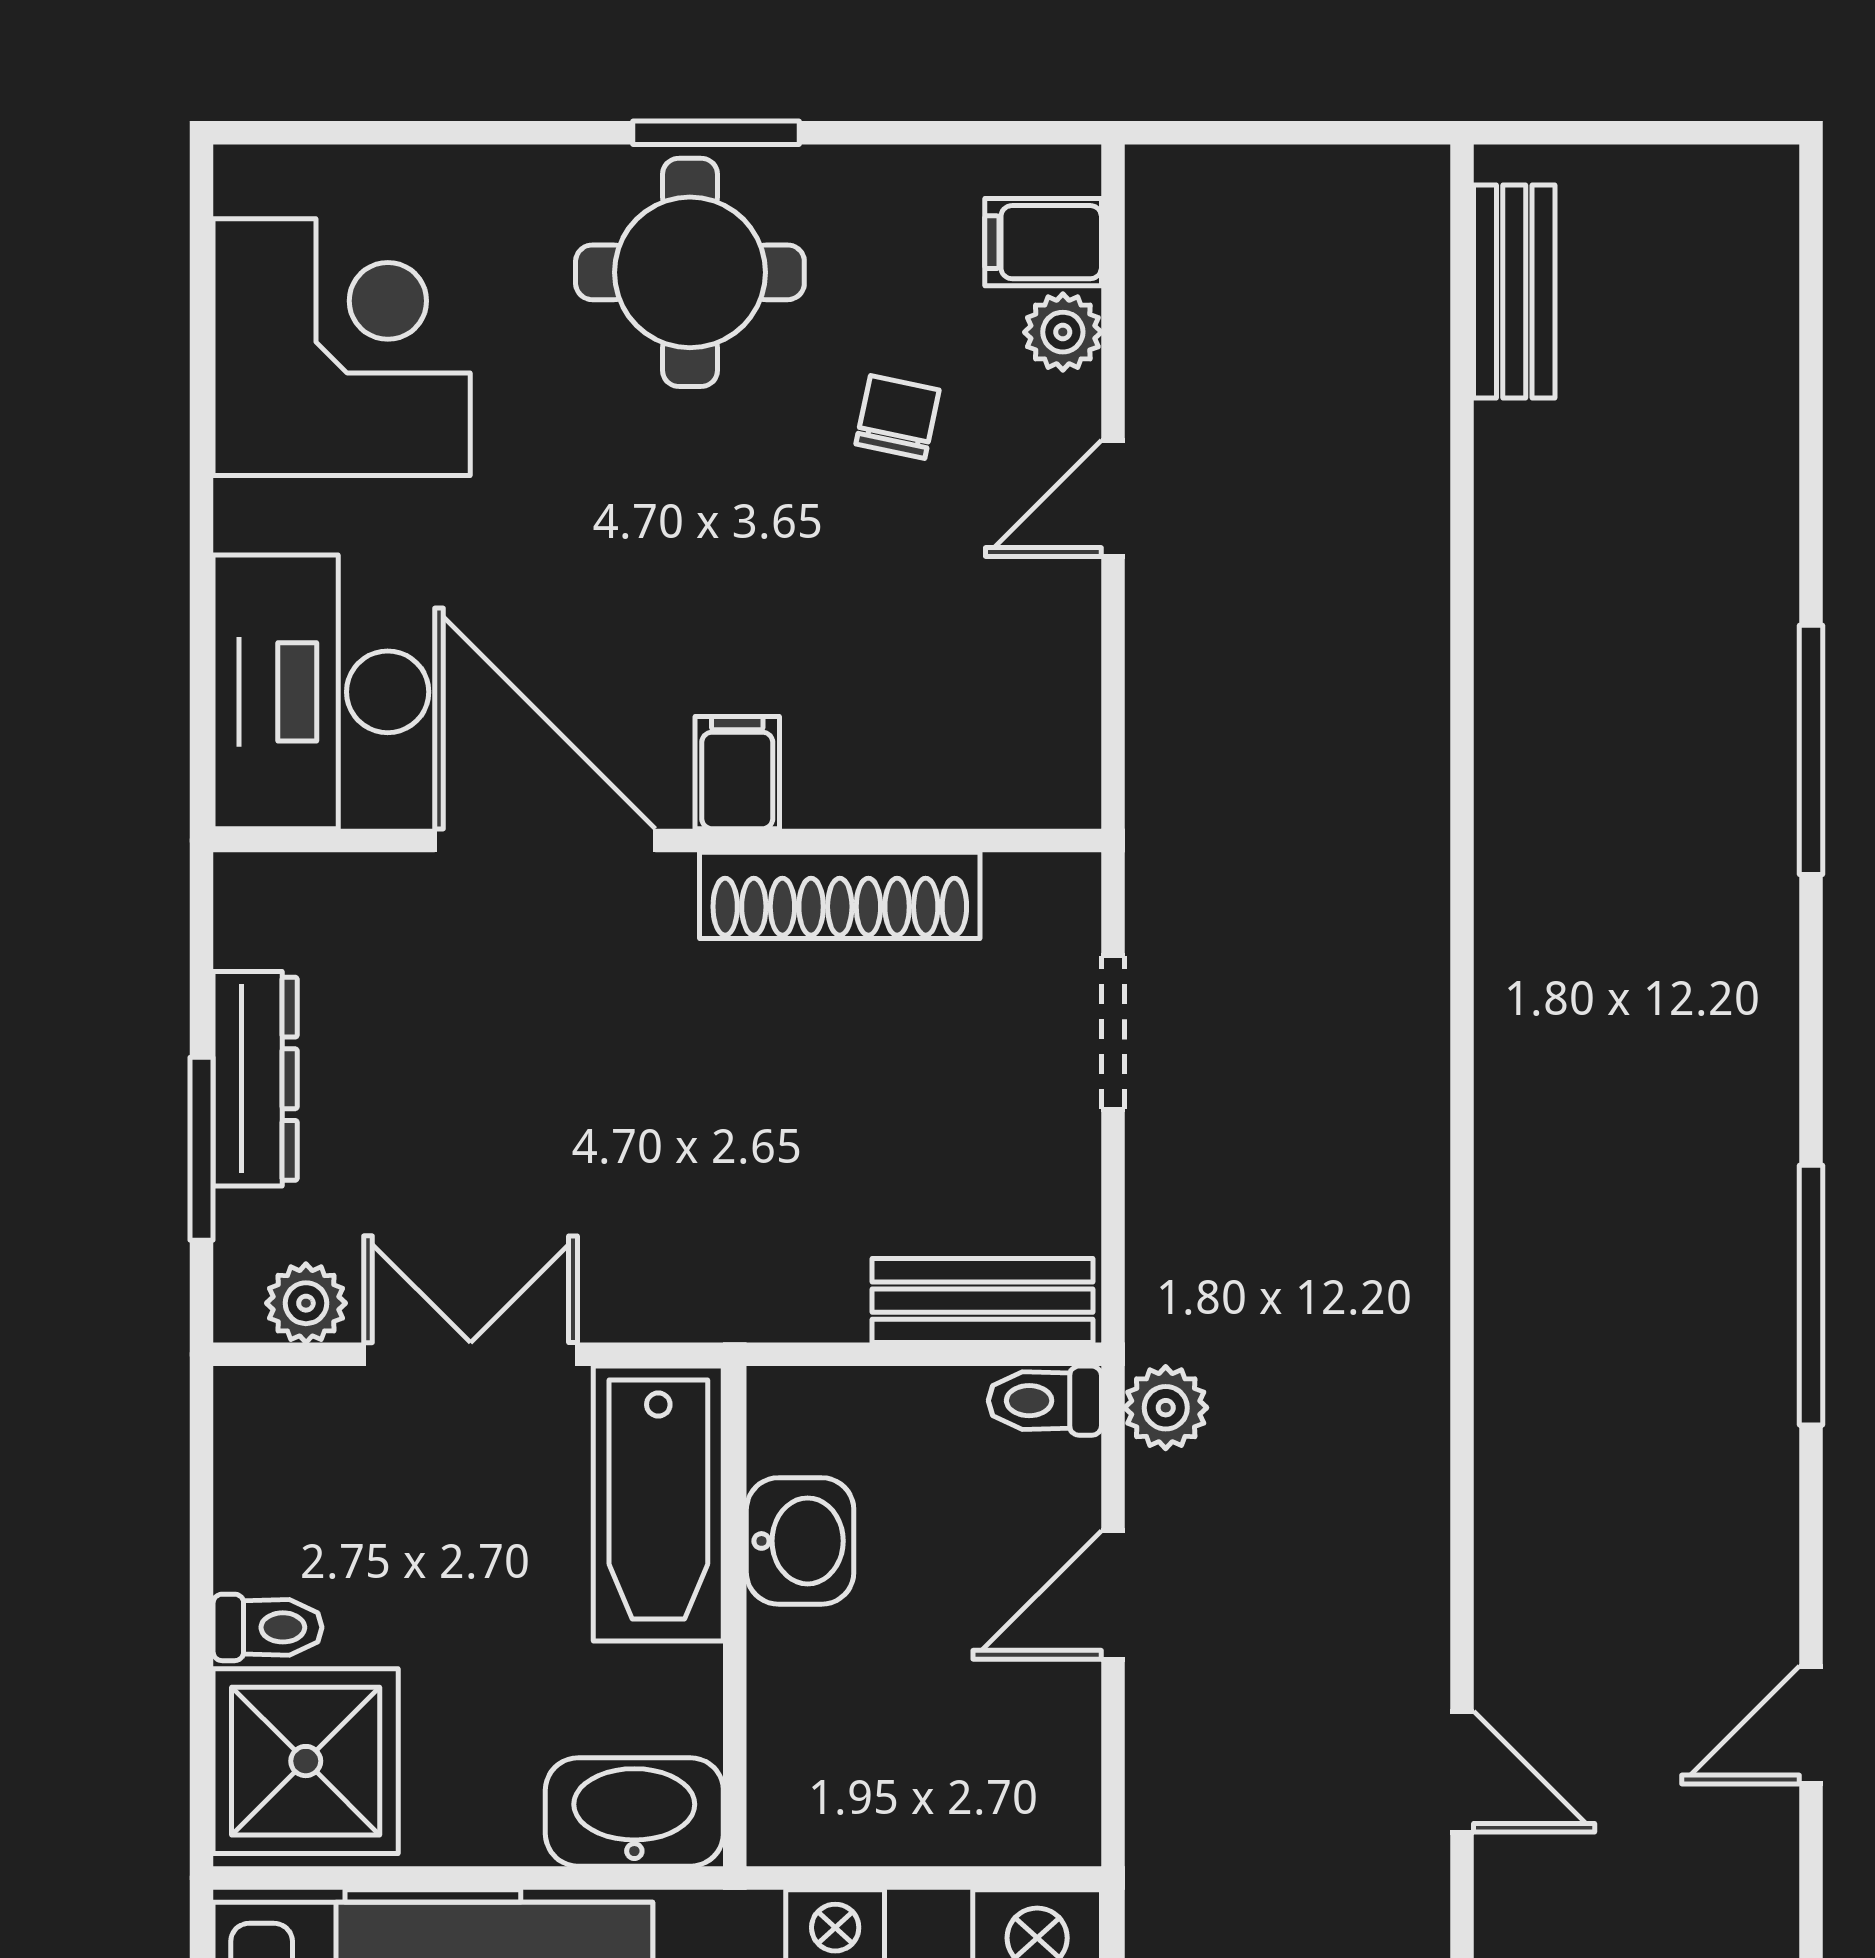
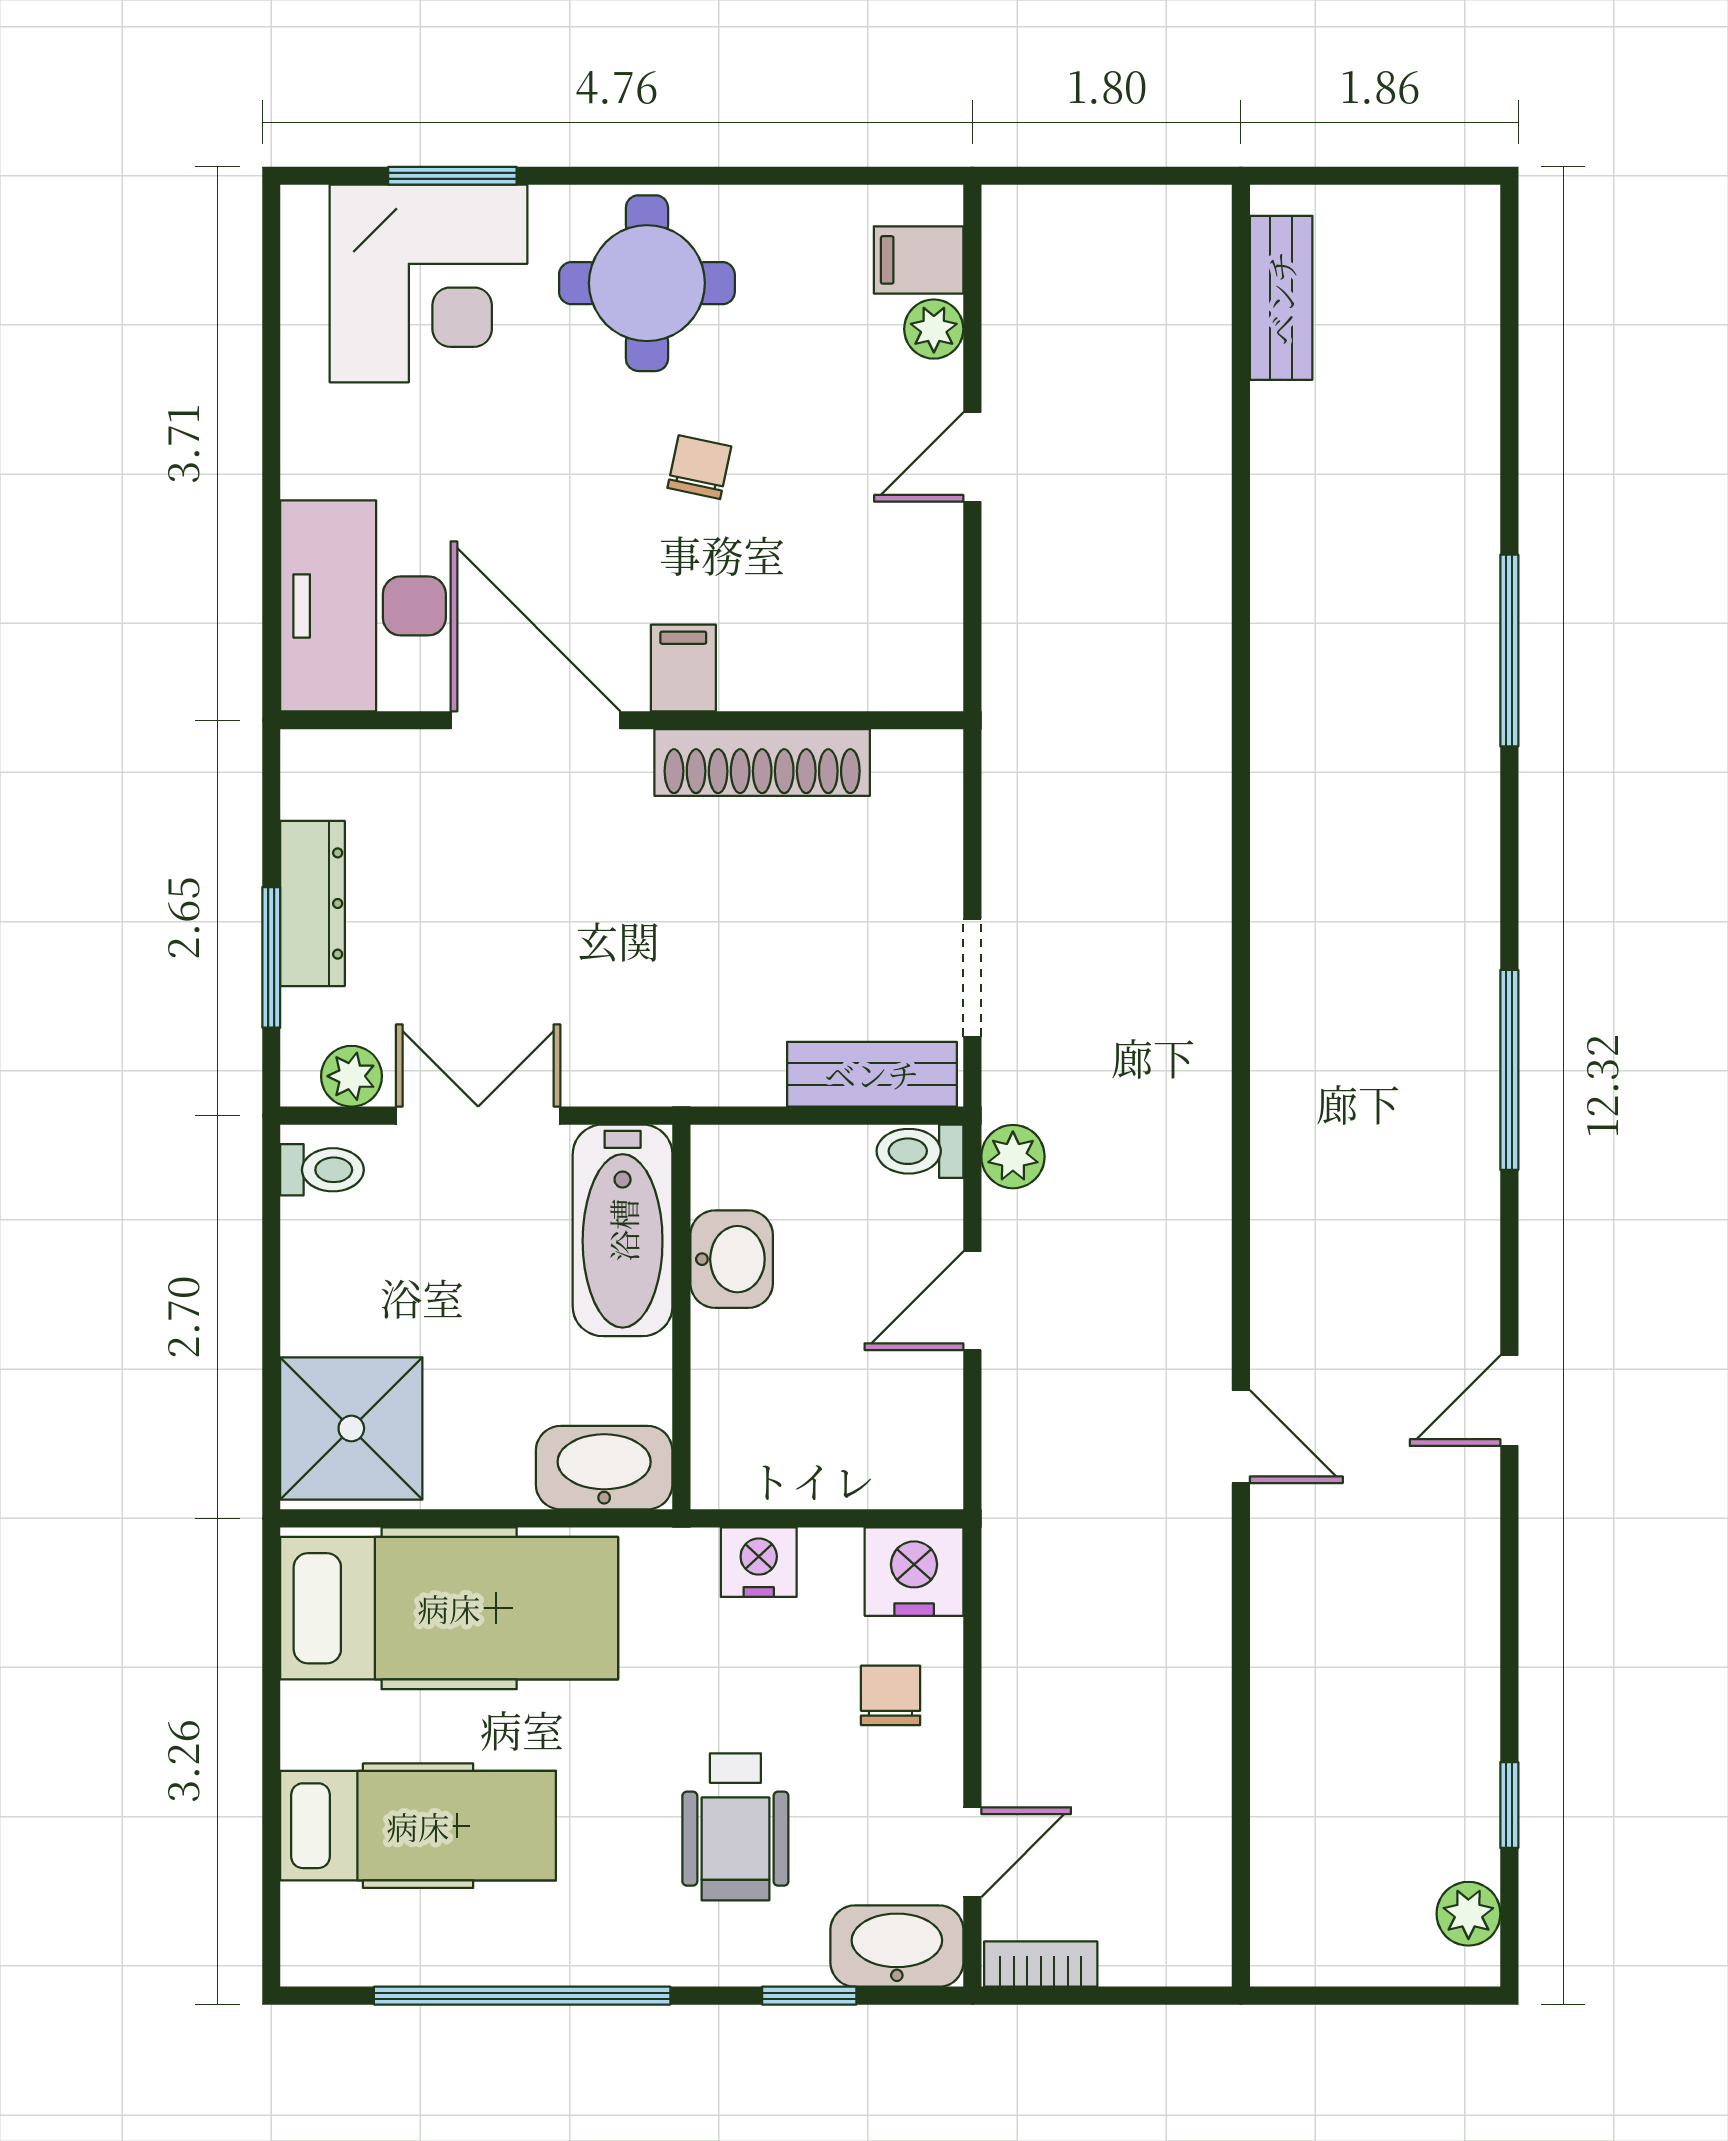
window: (716, 133) -> (452, 176), moved
corner desk: (342, 347) -> (429, 284), moved, turned 90
chair: (898, 417) -> (699, 467), moved
doorway: (1113, 1033) -> (972, 978), moved
toilet: (268, 1627) -> (322, 1170), moved

